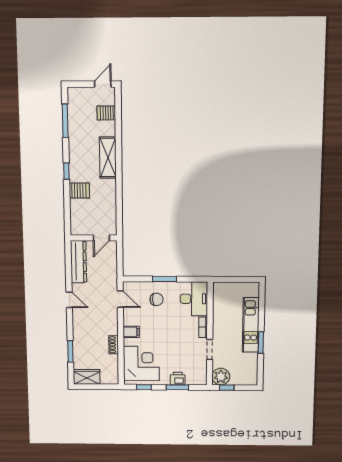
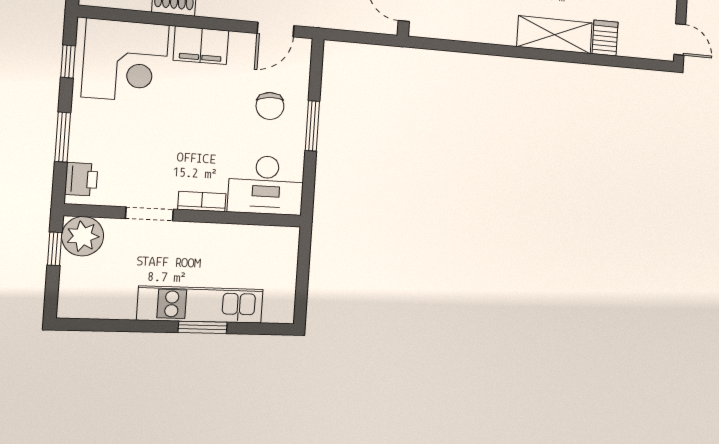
server rack: (106, 113) -> (605, 38), moved
filing cabinet: (131, 332) -> (201, 45), width x2.00
window: (261, 342) -> (203, 327), moved
printer: (178, 379) -> (81, 179), moved

